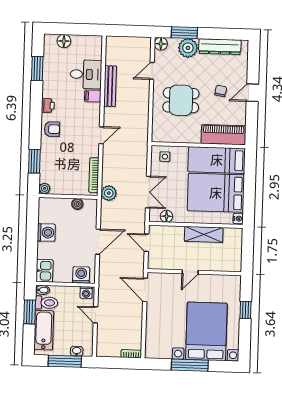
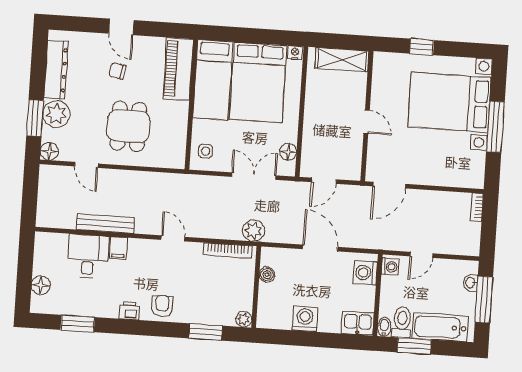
shelving: (204, 234) -> (342, 60), moved, turned 90

